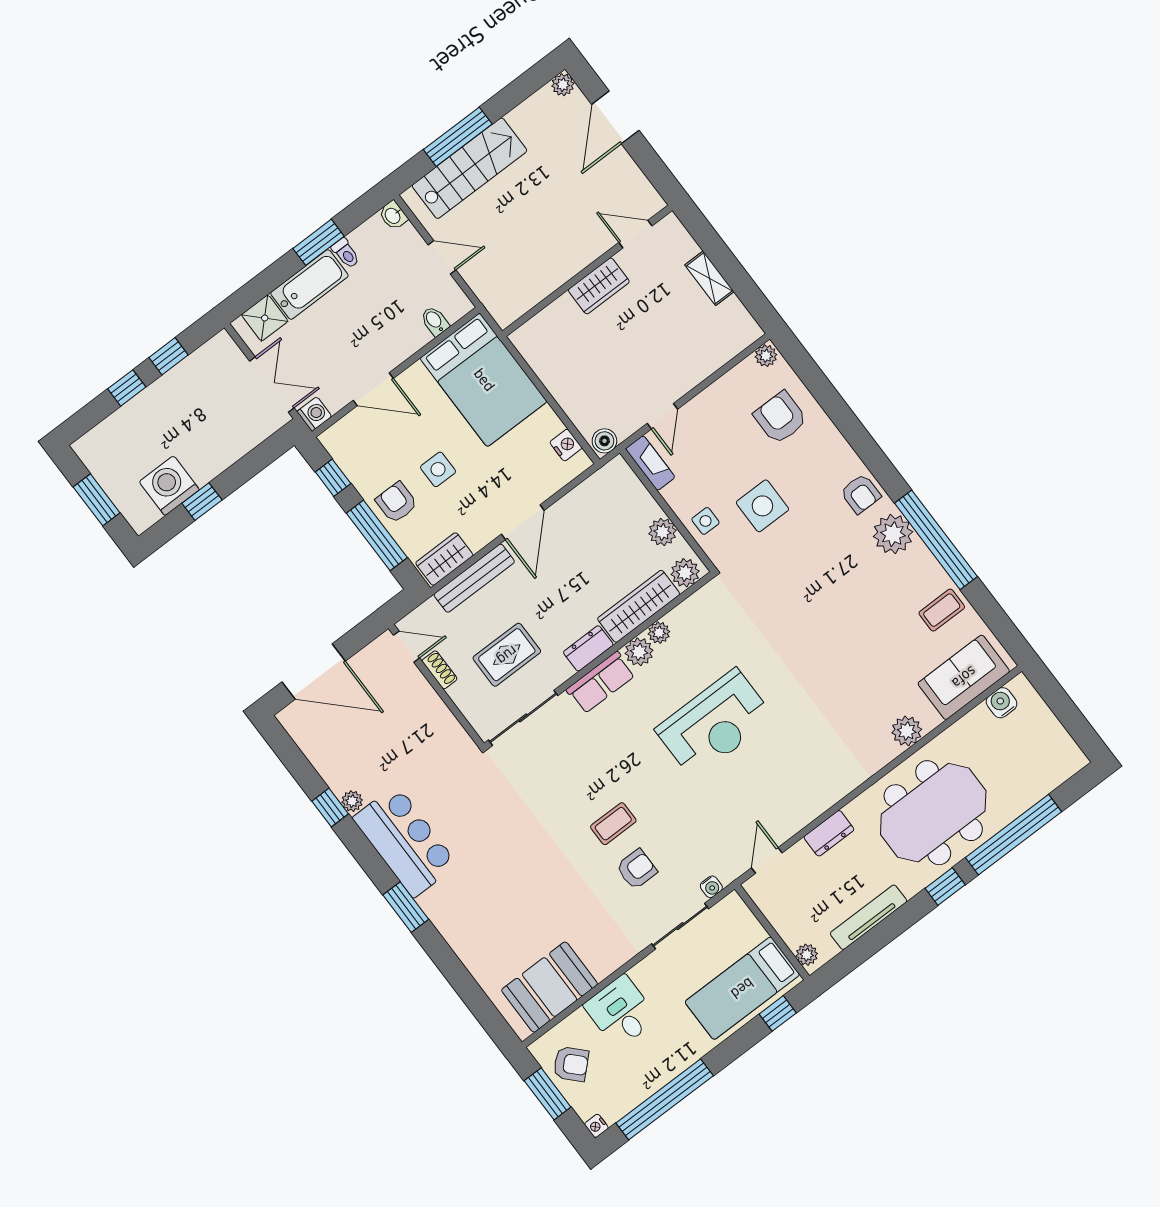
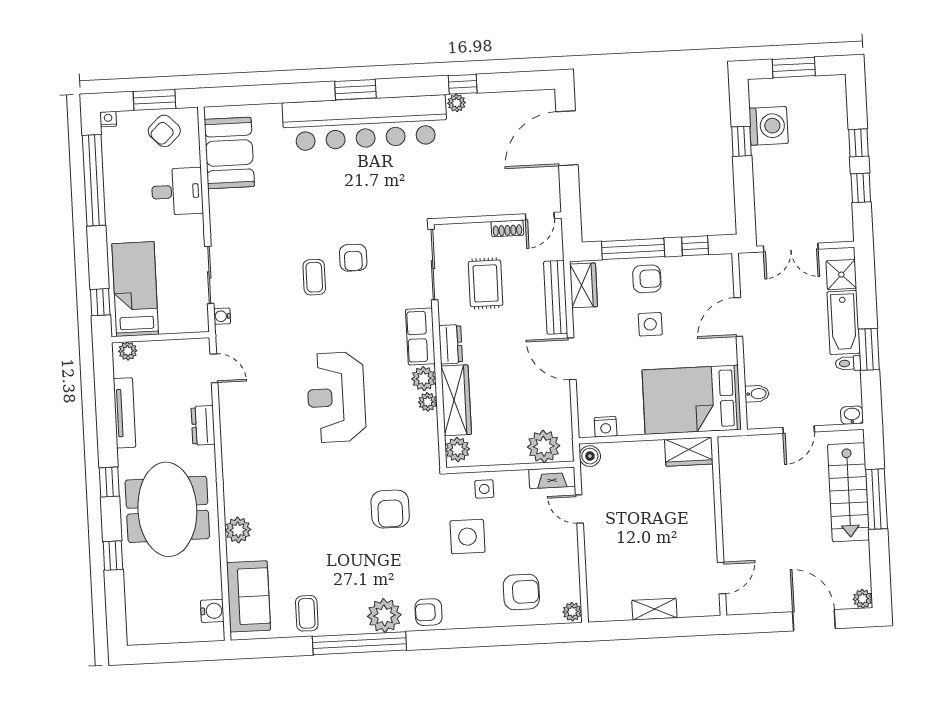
wardrobe: (599, 286) -> (689, 452), moved, turned -90
washing machine: (314, 414) -> (749, 263), removed
plant: (662, 532) -> (544, 446), moved, width x1.36, depth x1.36
armchair: (787, 598) -> (390, 509), added
window: (1013, 835) -> (113, 556), width x0.32
bar counter: (405, 841) -> (365, 123), width x1.86
armchair: (637, 869) -> (353, 258), moved

